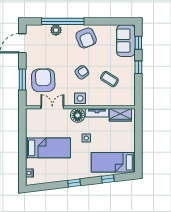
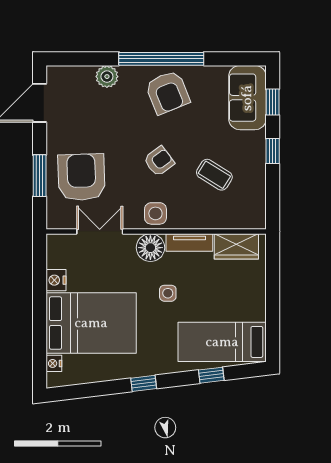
window: (63, 21) -> (161, 59), moved
nightstand: (30, 132) -> (56, 280), added
bed: (48, 148) -> (91, 323), width x1.50

